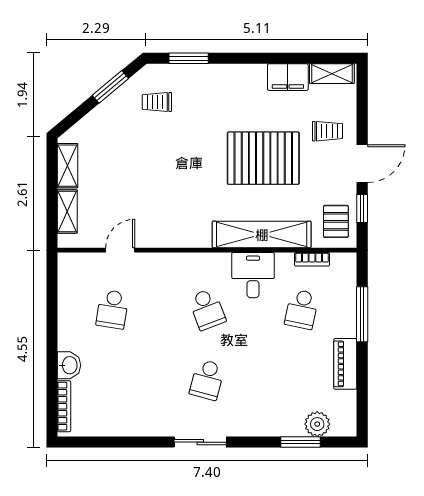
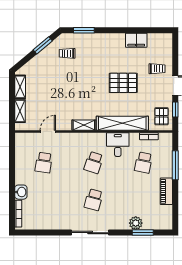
shelving: (332, 74) -> (84, 125), moved
pallet: (263, 158) -> (123, 83), width x0.73, depth x0.71
school desk: (207, 309) -> (94, 163), turned 39
plant: (317, 424) -> (136, 223), moved
sliding door: (200, 442) -> (90, 233), width x1.37

